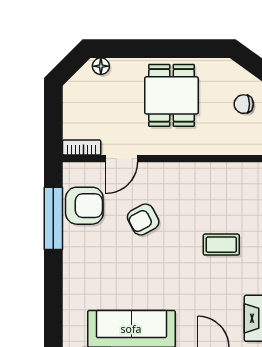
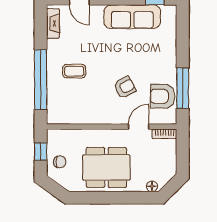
dining table: (171, 95) -> (106, 167), width x1.38

